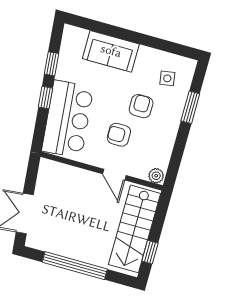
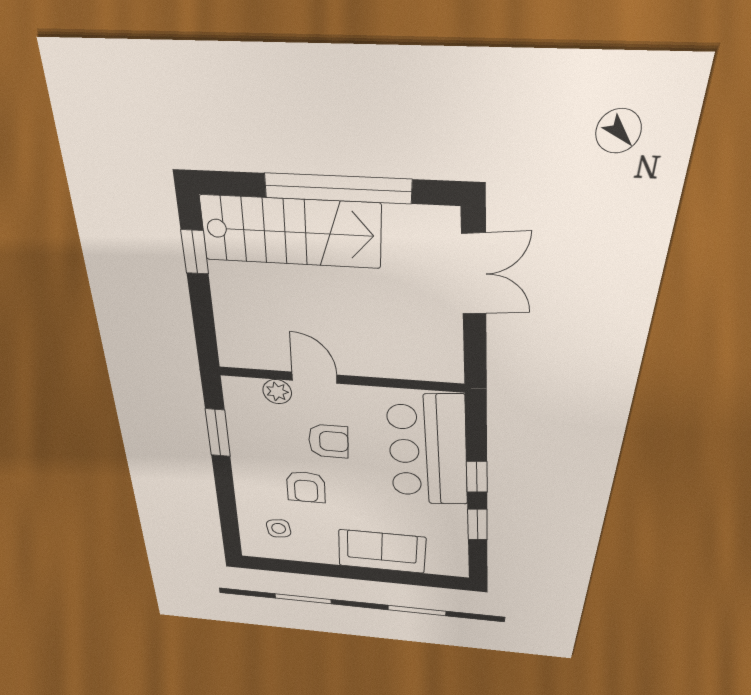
window: (190, 107) -> (218, 433), moved
plant: (156, 176) -> (277, 392), moved
stairs: (135, 229) -> (291, 232), moved, turned 90

